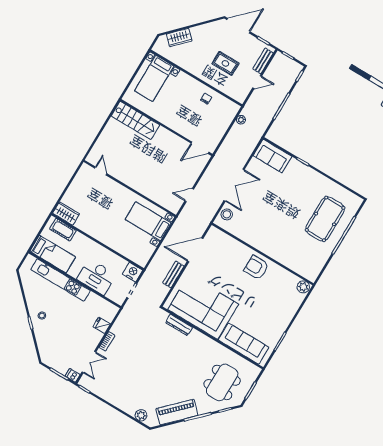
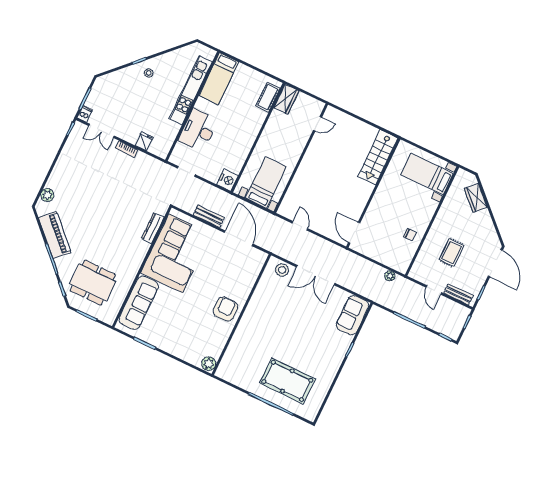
wardrobe: (66, 214) -> (286, 99), moved
cot: (63, 230) -> (268, 97), moved
wall: (98, 242) -> (258, 138), moved
nightstand: (132, 272) -> (227, 180), moved

